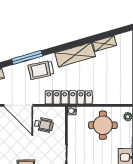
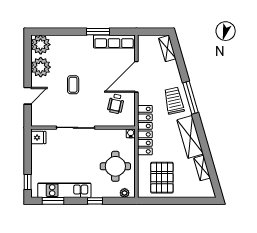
window: (27, 58) -> (191, 98), moved
pallet: (113, 81) -> (162, 178), added

